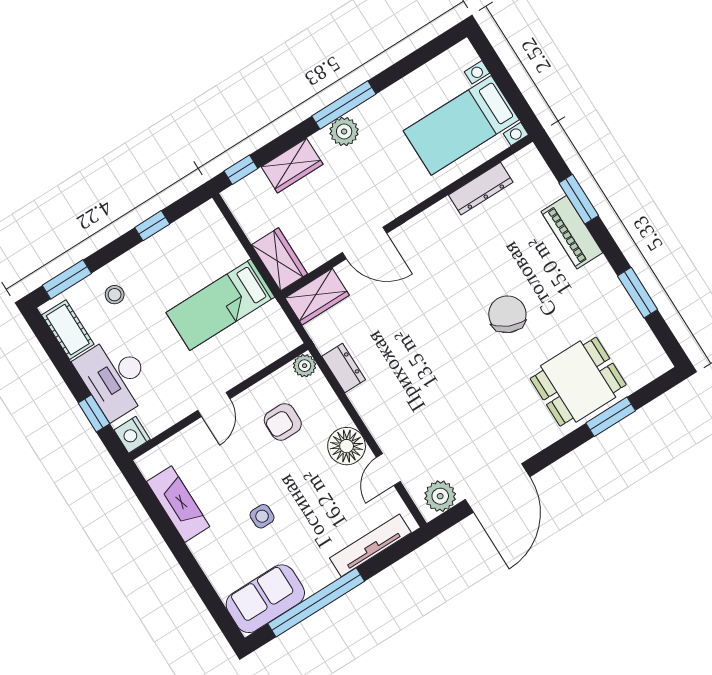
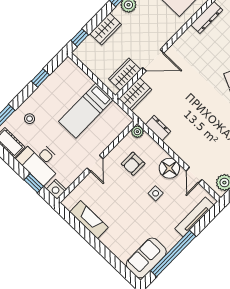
wardrobe: (279, 259) -> (125, 74), moved, turned -90
side table: (262, 516) -> (156, 193), moved

